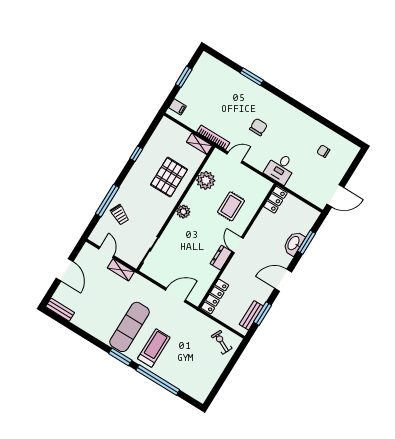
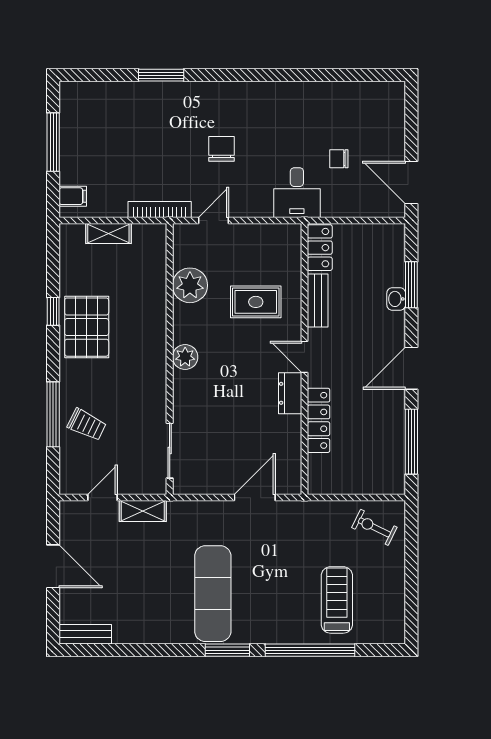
window: (184, 77) -> (53, 142), width x1.44
shelving: (199, 144) -> (108, 233), moved
chair: (323, 151) -> (339, 159), moved
pallet: (169, 177) -> (87, 327), moved
door: (335, 196) -> (411, 182), swing flipped
rug: (231, 206) -> (256, 302), turned 90
washbasin: (294, 243) -> (396, 299), width x0.52, depth x0.69
door: (106, 252) -> (102, 498), hinge flipped
locker: (215, 296) -> (319, 420), moved
window: (263, 314) -> (411, 442), width x1.44
bench: (251, 315) -> (318, 300), moved
treadmill: (154, 348) -> (337, 600), moved

